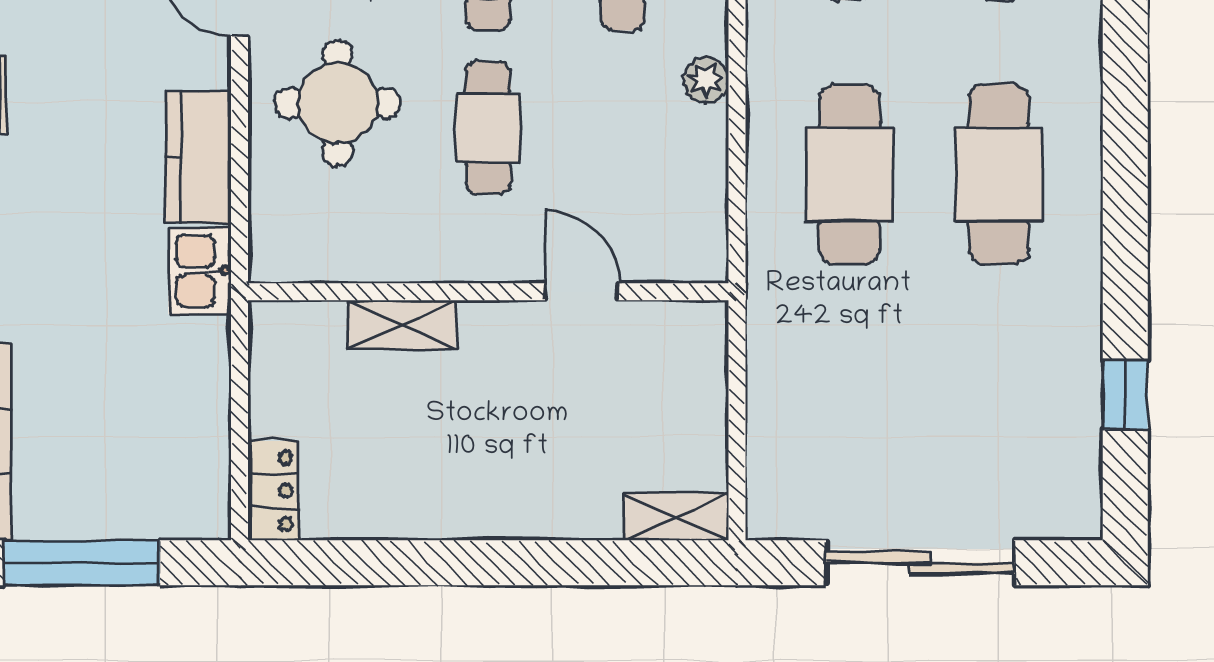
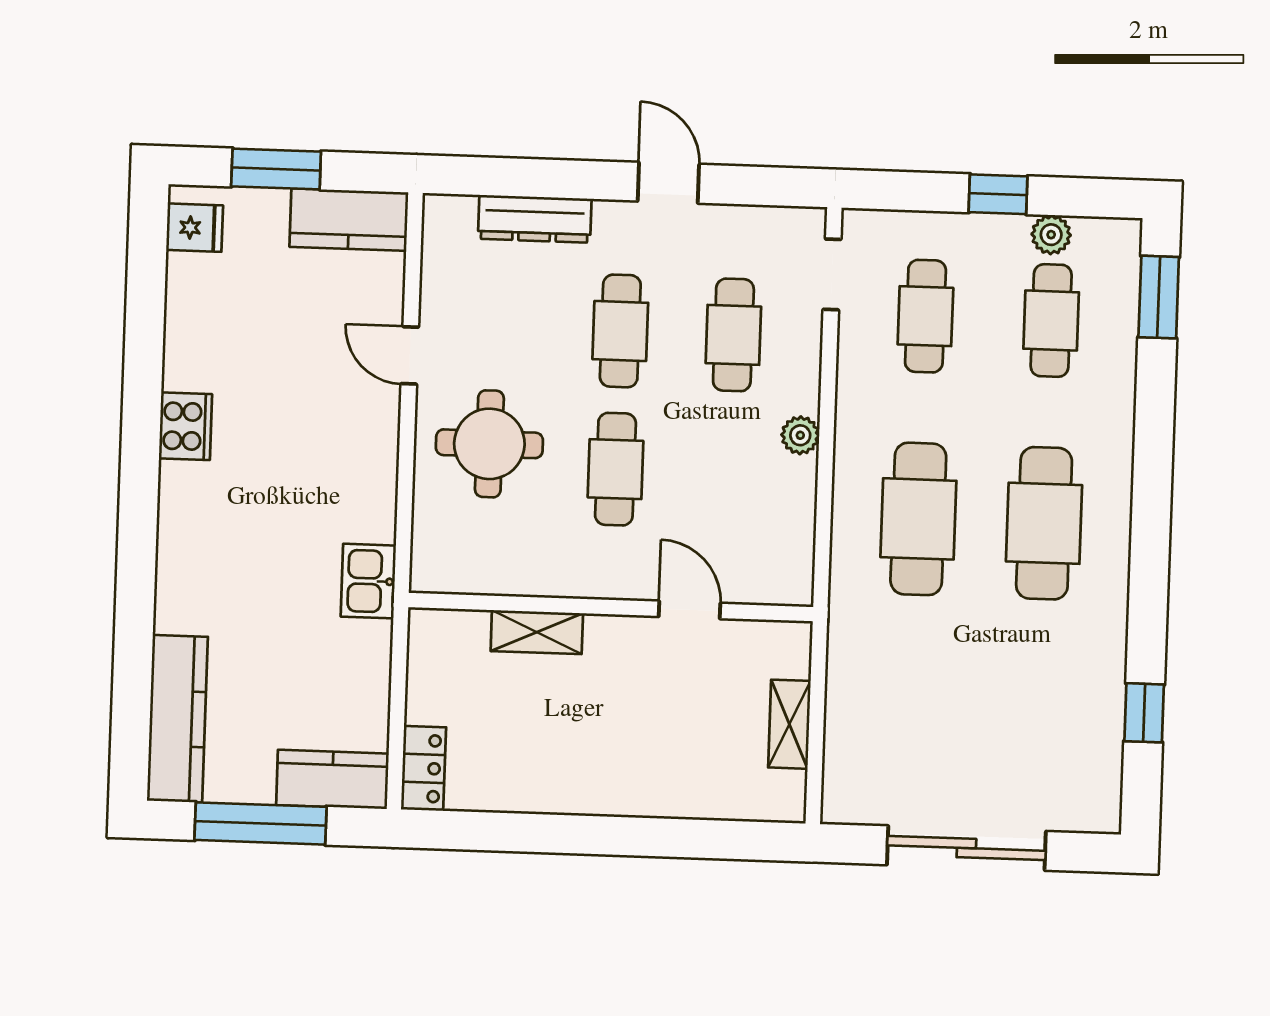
kitchen counter: (198, 157) -> (332, 779), moved, turned 90
shelving: (676, 517) -> (789, 724), moved, turned 90

